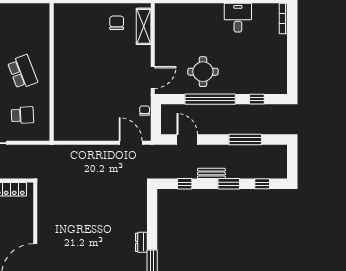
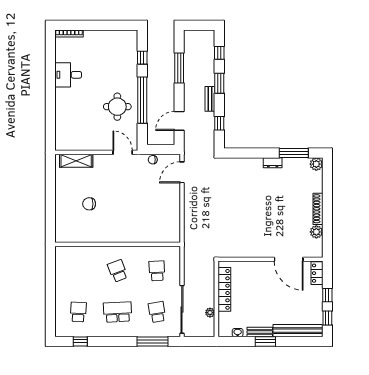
chair: (117, 23) -> (89, 204), moved
school desk: (22, 72) -> (118, 271), width x0.54

